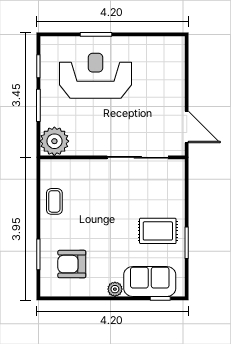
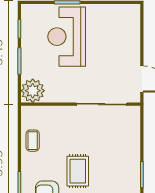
reception desk: (95, 76) -> (67, 37), turned -90
rug: (158, 231) -> (78, 171), moved, turned 90

